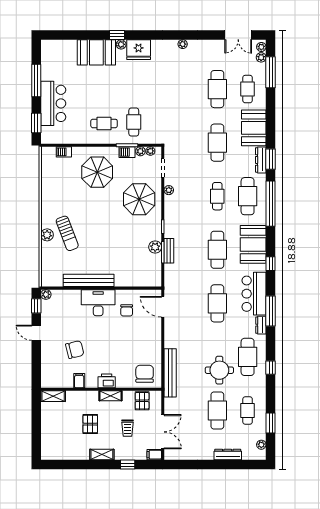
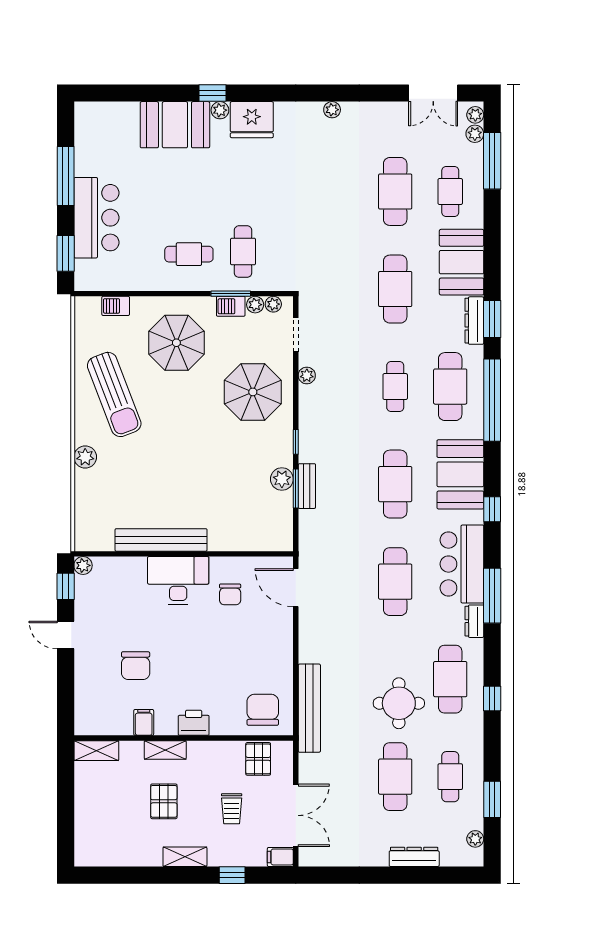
sun lounger: (67, 233) -> (114, 394), moved, width x1.36, depth x1.34
chair: (75, 350) -> (136, 666), turned 104
shelving: (111, 396) -> (165, 750), moved

